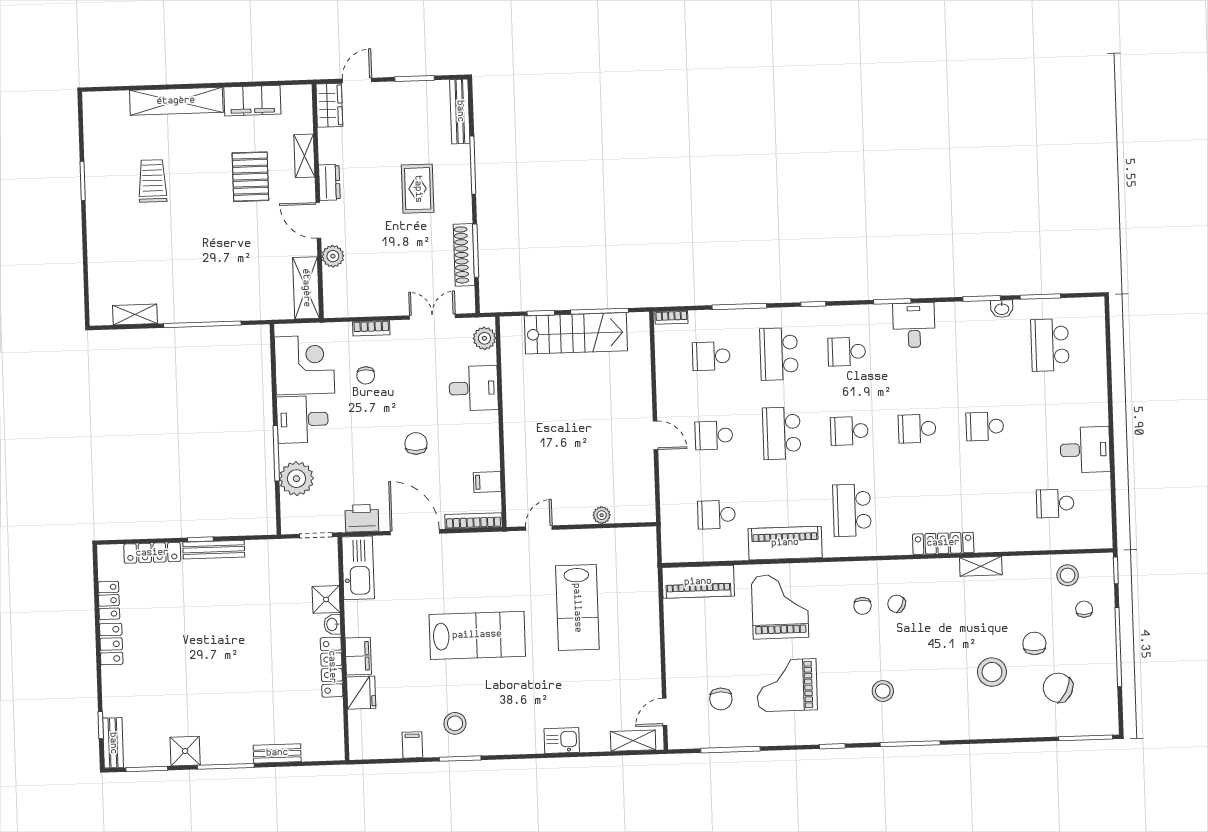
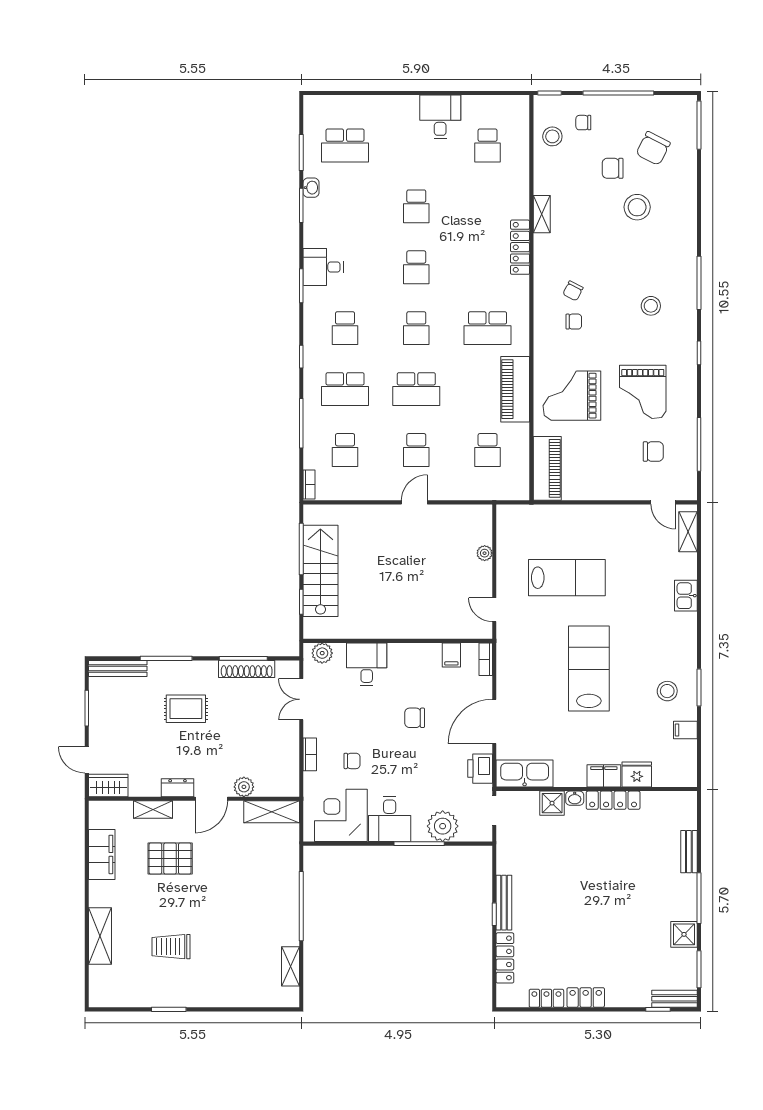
shelving: (176, 101) -> (100, 936), width x0.68
bookcase: (473, 521) -> (486, 659), width x0.64

